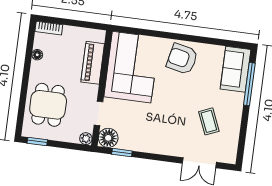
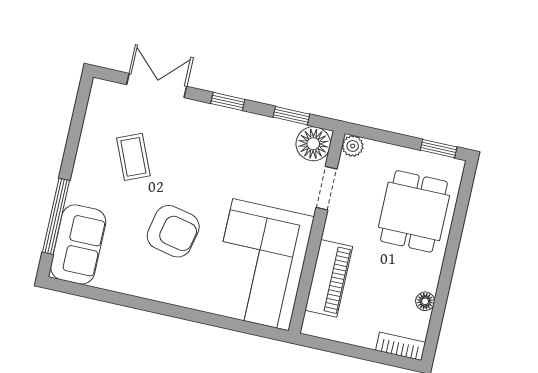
armchair: (182, 59) -> (173, 231), moved
window: (158, 157) -> (228, 101), added

